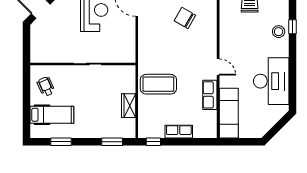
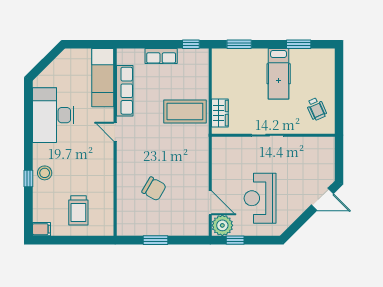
row of seats: (210, 95) -> (125, 91), width x1.48
wardrobe: (129, 106) -> (220, 113), moved
hospital bed: (52, 115) -> (279, 74), moved, turned -90

